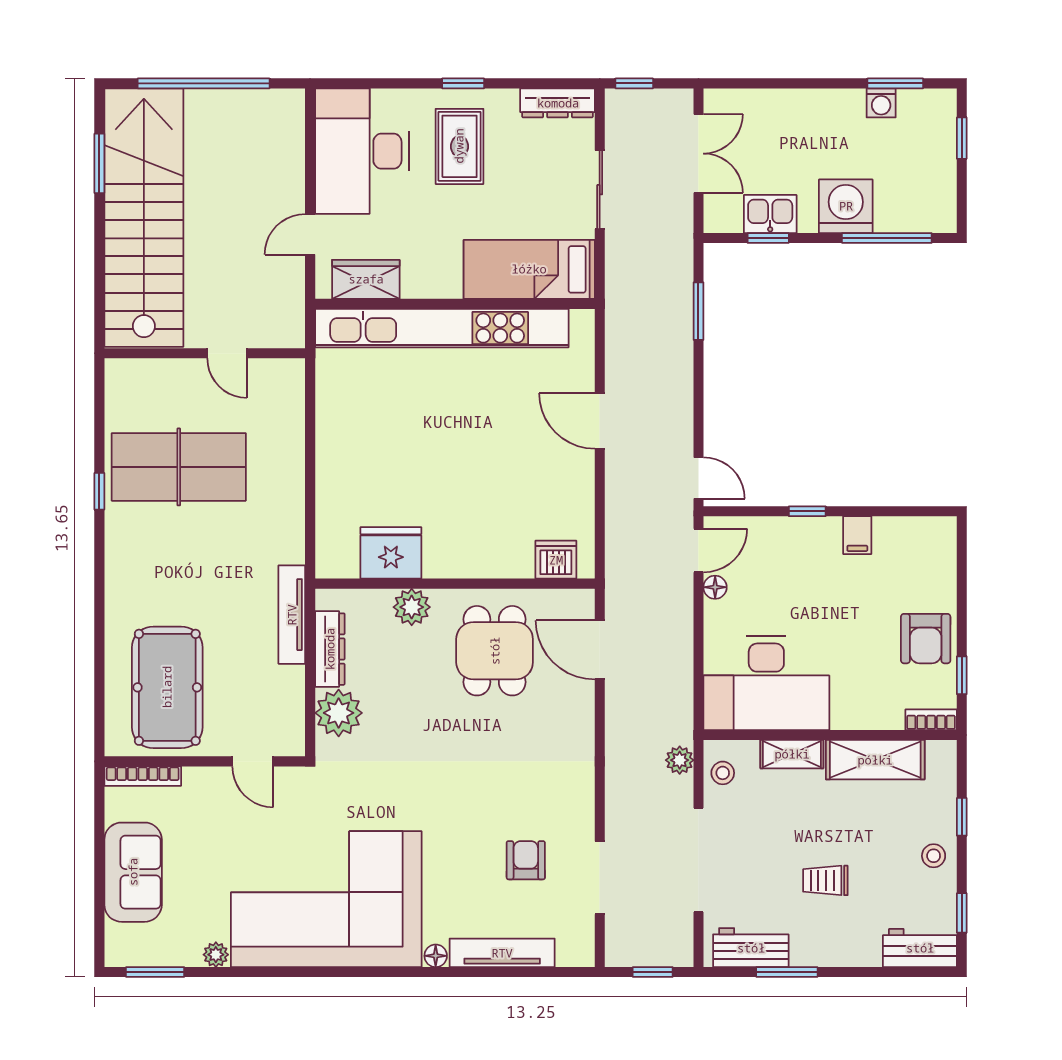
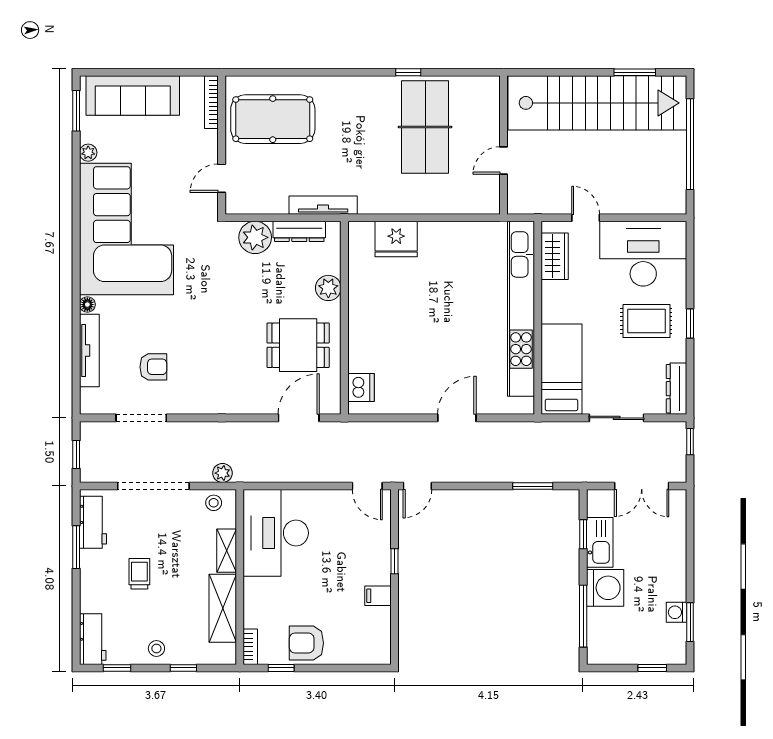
kitchen sink: (770, 214) -> (600, 542), width x1.38
fridge: (391, 553) -> (396, 239), moved, turned 90
floor lamp: (715, 587) -> (342, 498), removed
sofa: (133, 872) -> (133, 95), width x1.36

